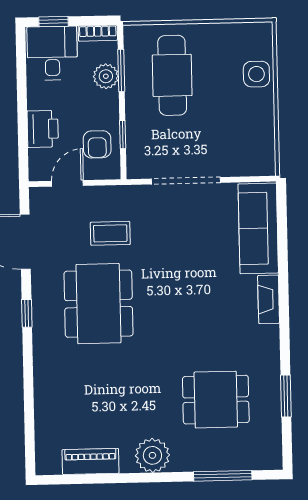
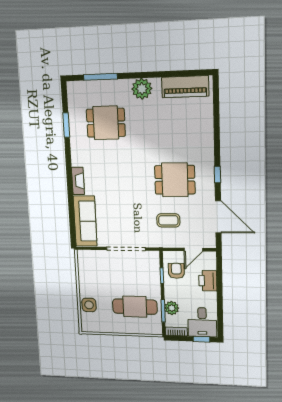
cafe table: (172, 75) -> (135, 307), turned 90
dining table: (98, 304) -> (175, 180), width x0.73
piano: (91, 461) -> (185, 87), width x1.37, depth x1.33

